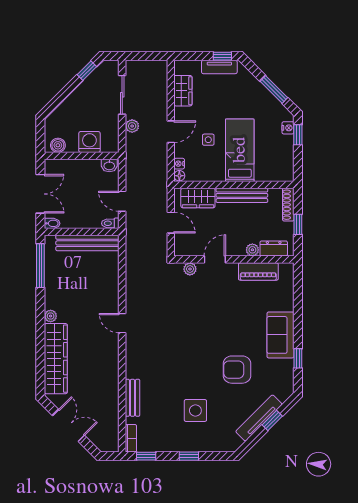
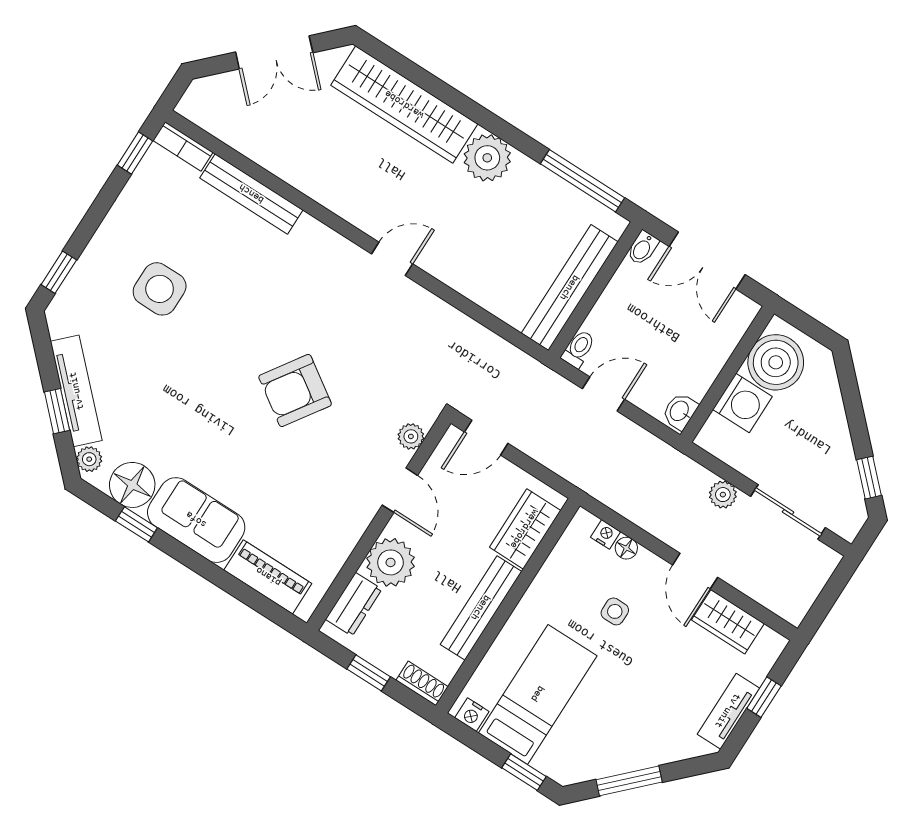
window: (222, 56) -> (764, 697), moved
nightstand: (288, 128) -> (472, 715), moved
door: (171, 132) -> (695, 571), moved
boiler: (58, 145) -> (776, 362), width x1.86, depth x1.86
bed: (240, 150) -> (538, 694), moved, turned -90
floor lamp: (179, 176) -> (626, 548), moved
shoe rack: (288, 205) -> (422, 683), width x0.70
door: (171, 223) -> (486, 438), moved
plant: (252, 250) -> (391, 562), width x1.87, depth x1.87
piano: (258, 271) -> (268, 577), moved, turned 90
plant: (51, 316) -> (487, 158), width x1.88, depth x1.88
armchair: (237, 370) -> (295, 391), moved, turned -146
floor lamp: (283, 370) -> (132, 485), added
plant: (284, 395) -> (89, 459), added
bench: (132, 398) -> (251, 194), width x1.36
window: (189, 456) -> (59, 272), moved

